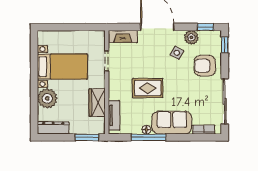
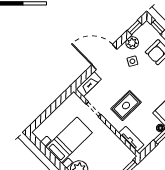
rug: (148, 88) -> (126, 106), moved
wardrobe: (97, 103) -> (113, 141), removed

